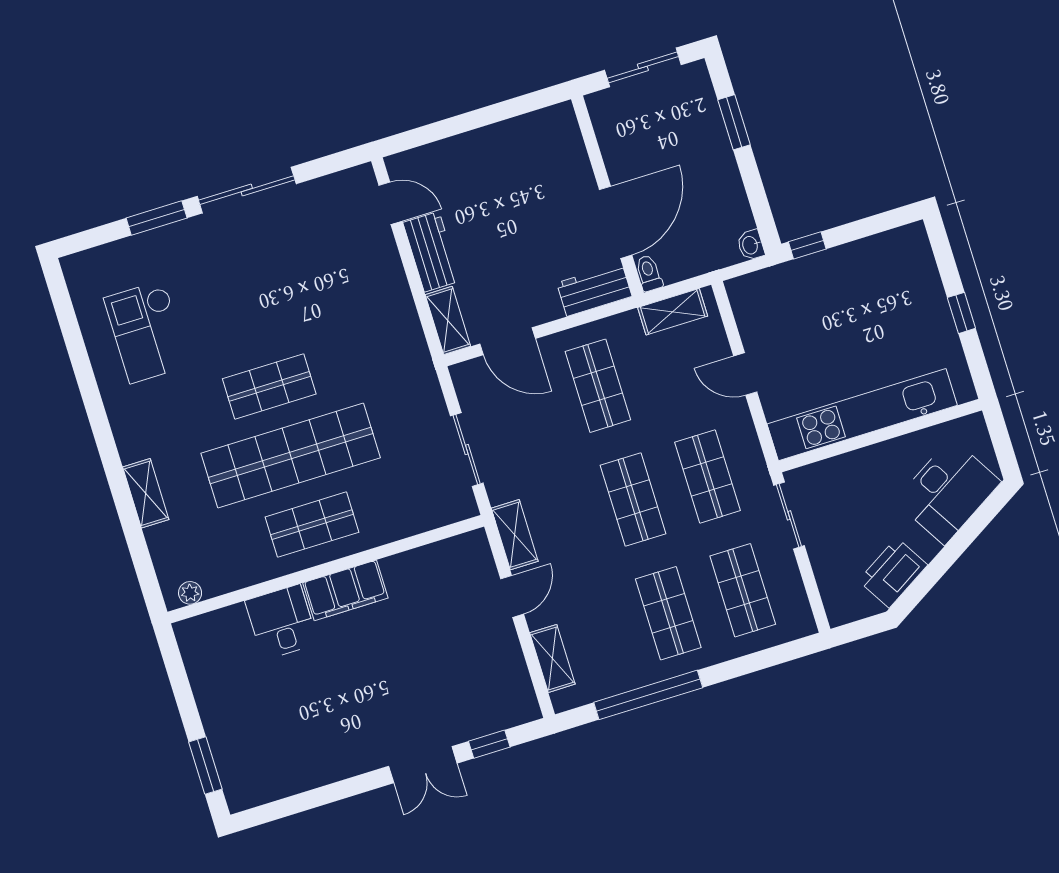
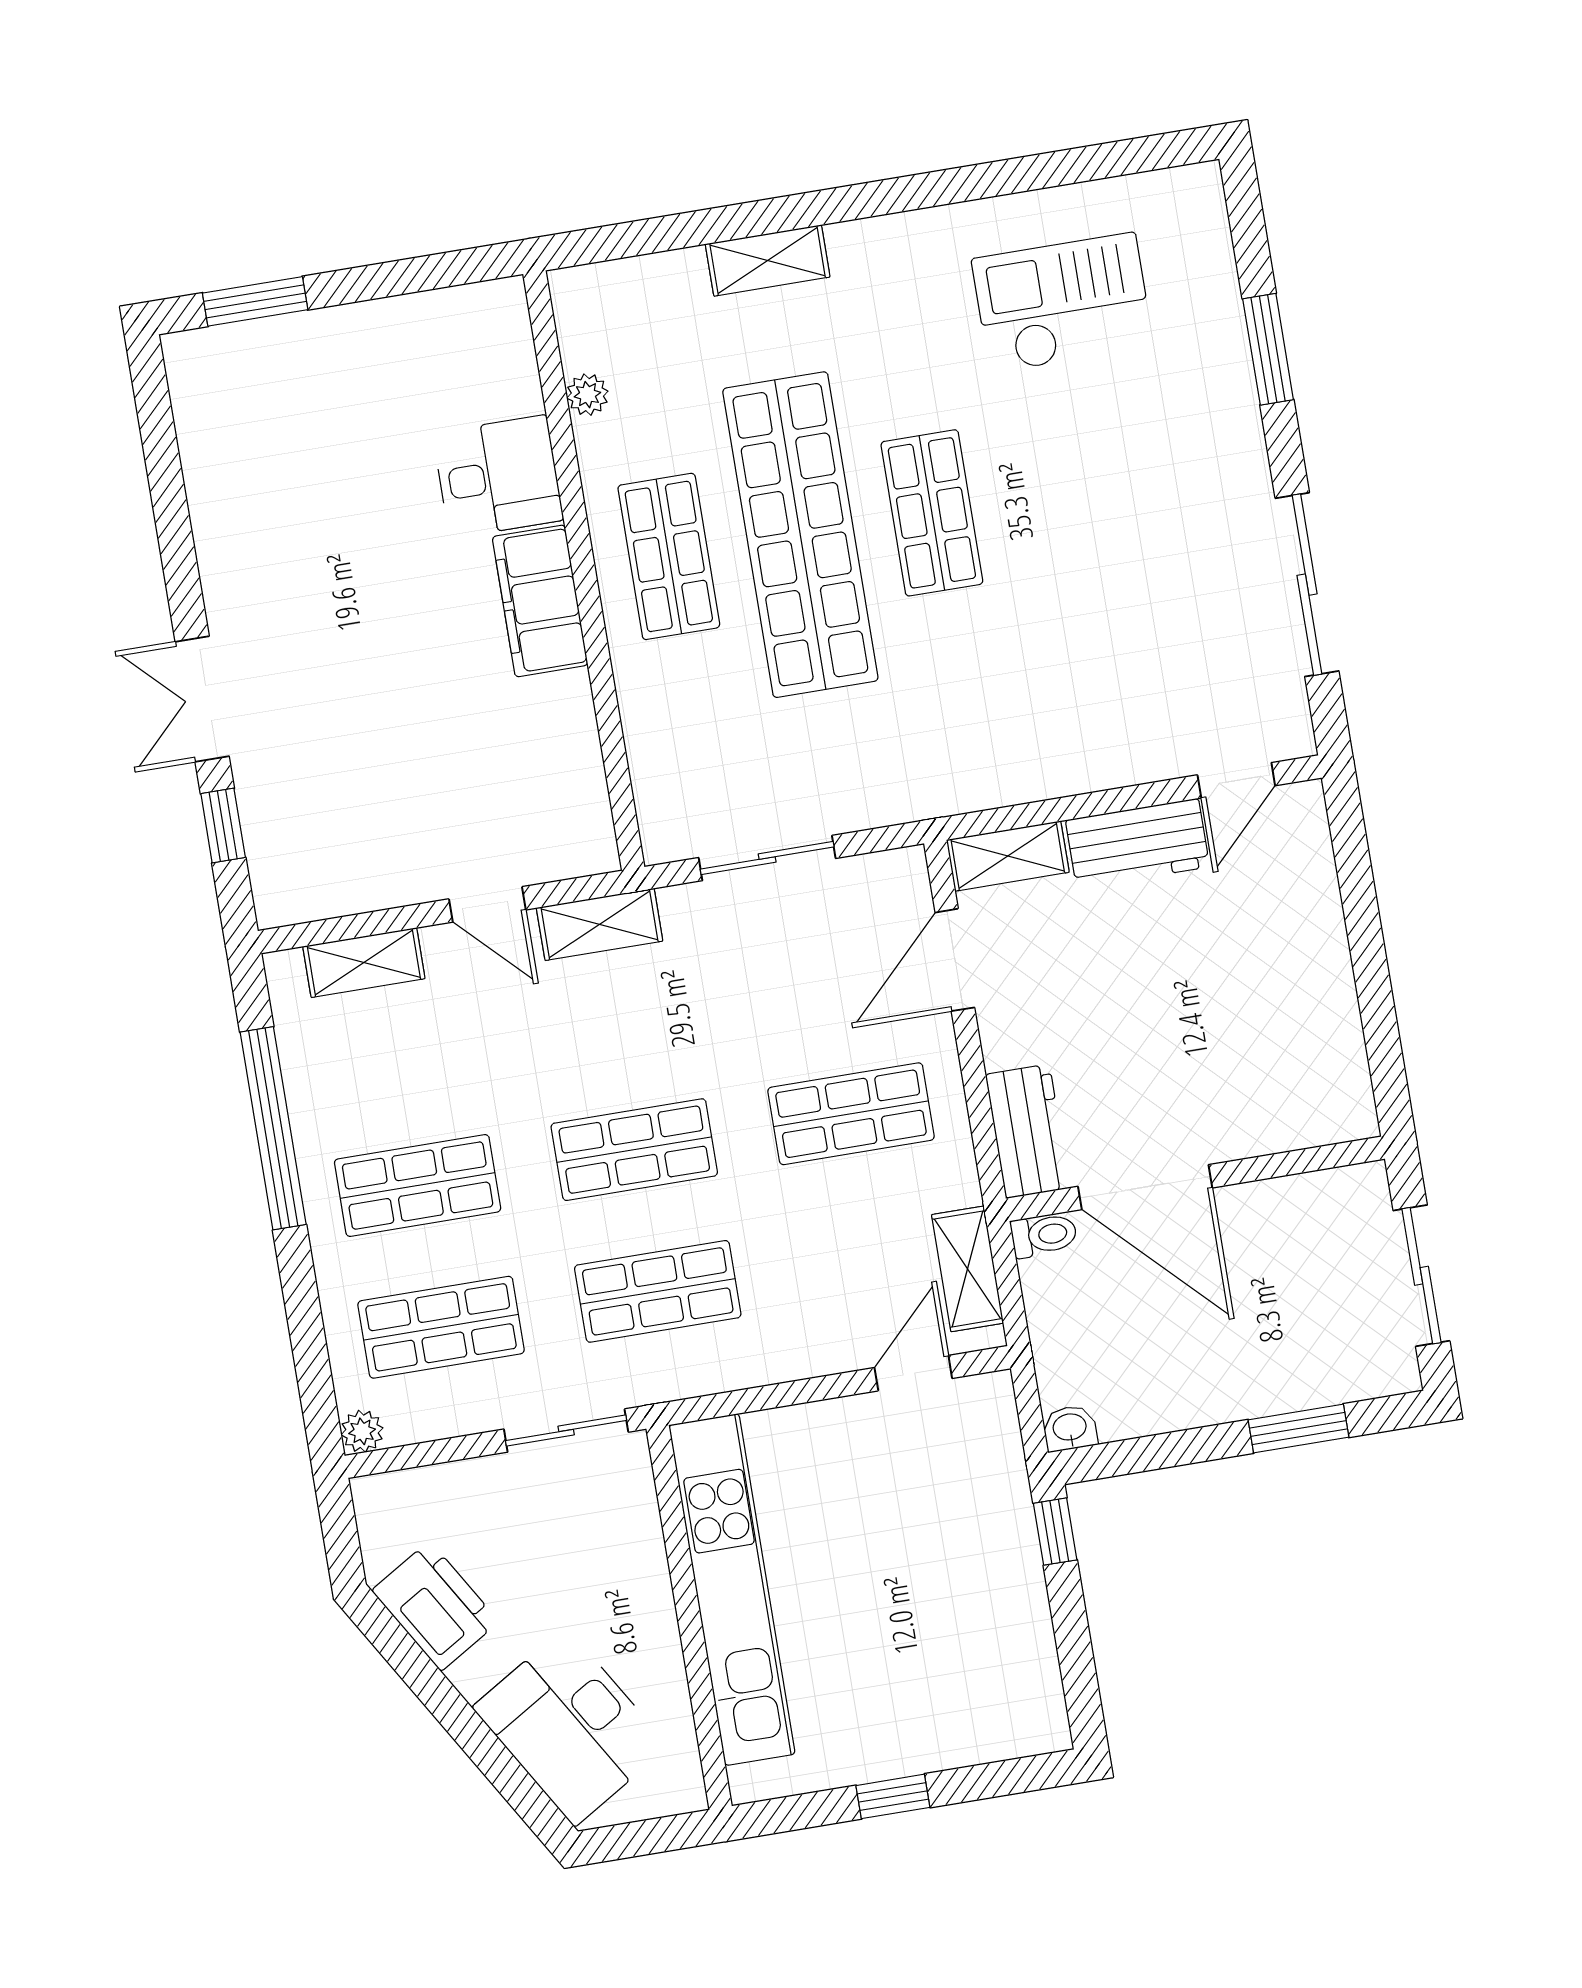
sliding door: (247, 190) -> (1307, 585), moved
door: (745, 374) -> (913, 1373), moved
plant: (190, 593) -> (587, 395), moved
plant: (804, 625) -> (362, 1431), added

